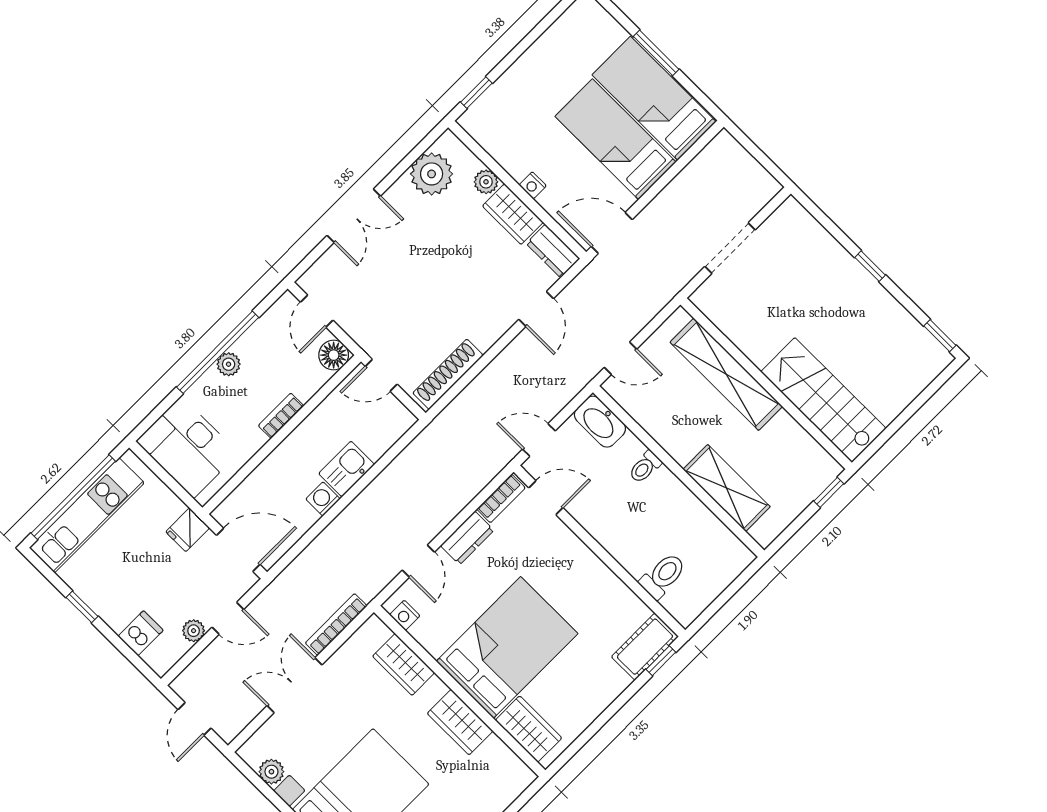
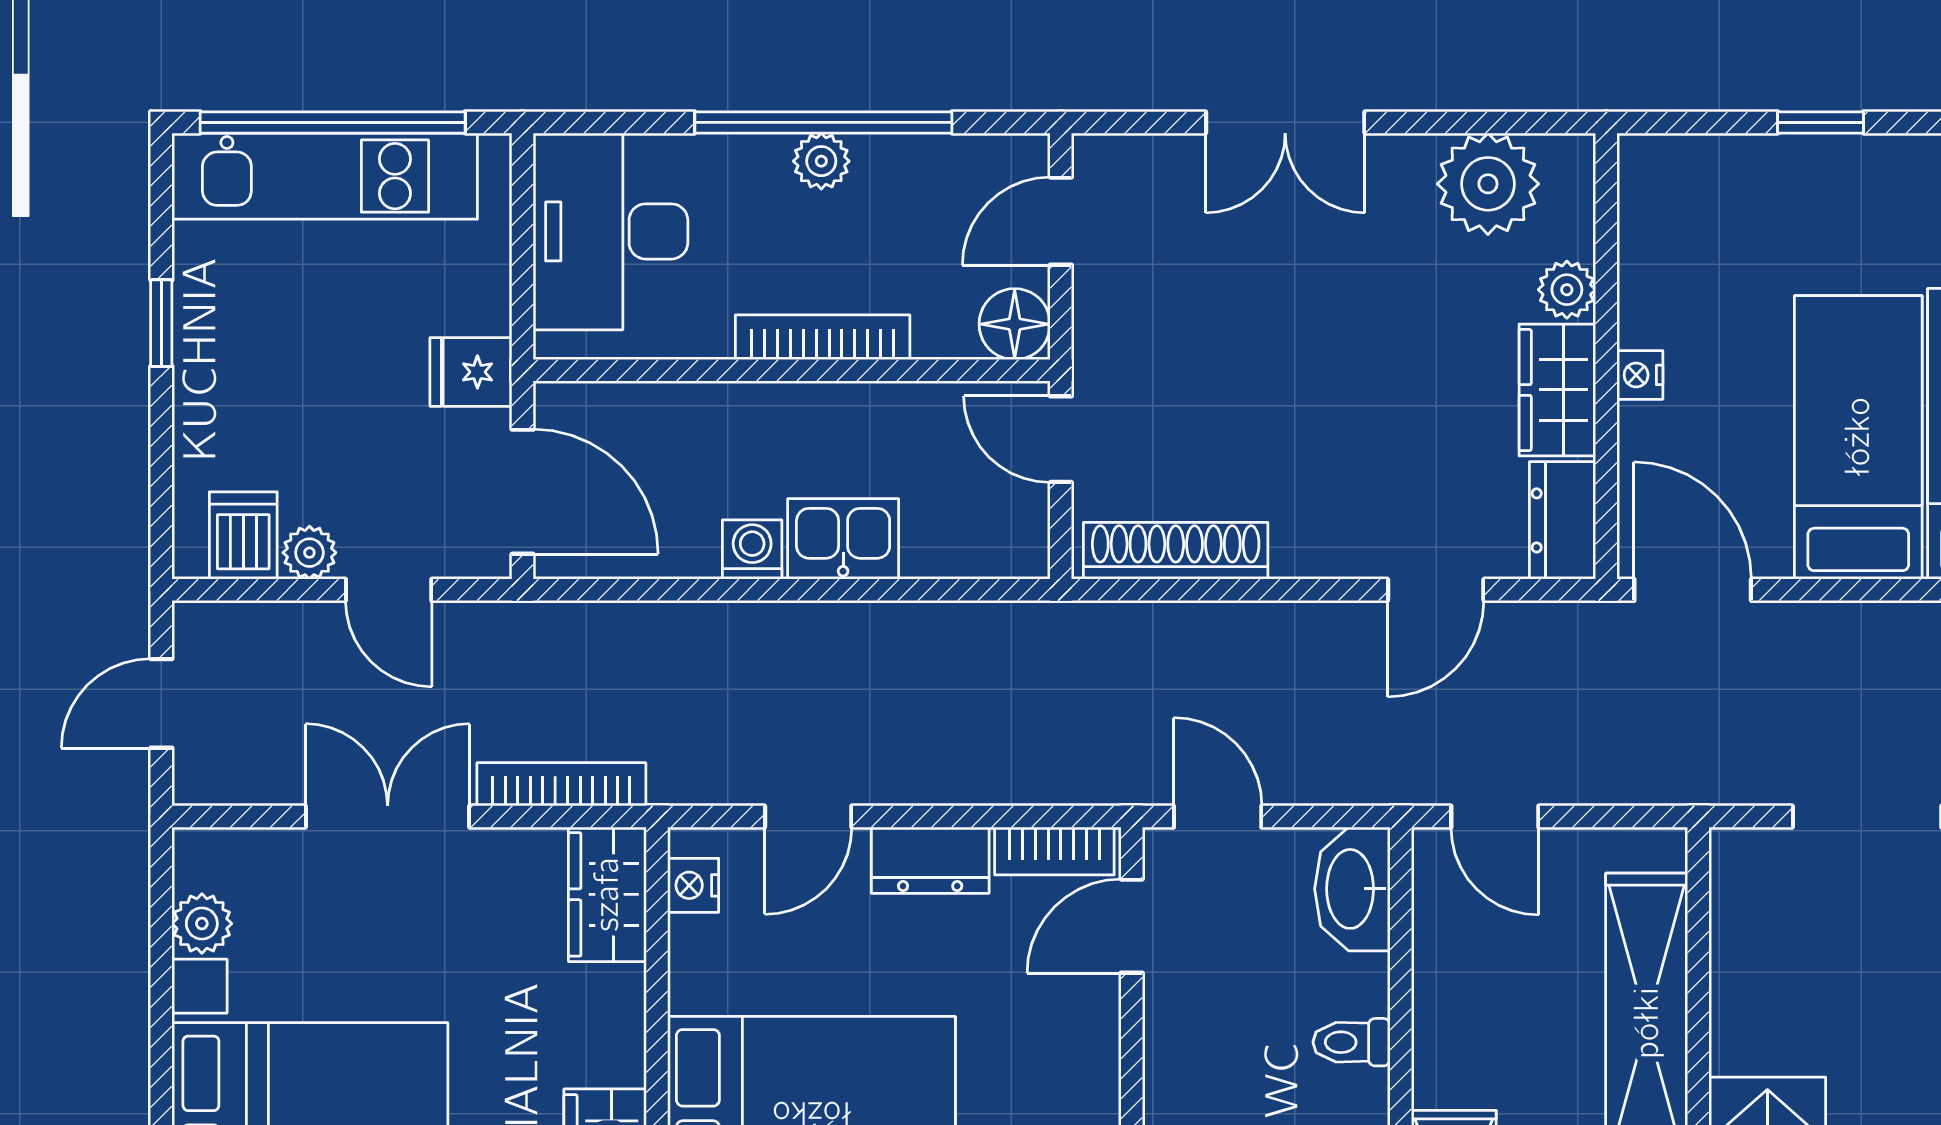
window: (476, 93) -> (1821, 122), moved
bookcase: (281, 416) -> (823, 337), width x1.56
door: (546, 498) -> (1132, 926), swing flipped
dishwasher: (141, 633) -> (243, 536), moved, turned -90
wardrobe: (404, 664) -> (607, 894), moved

